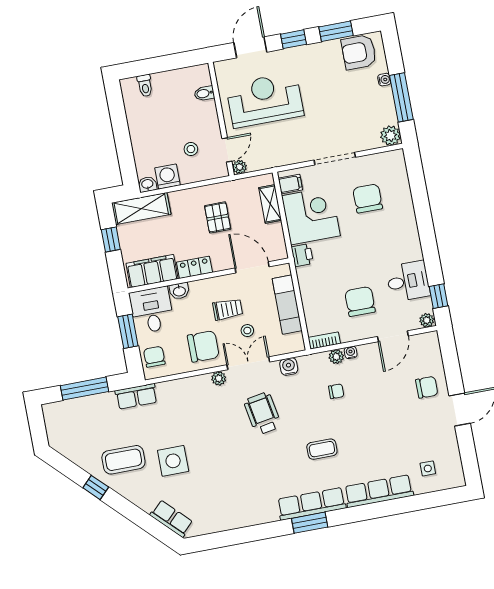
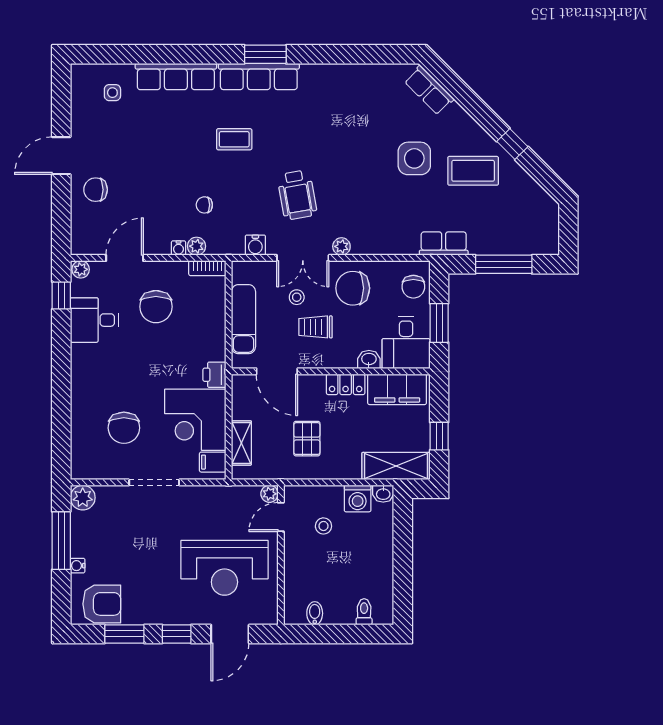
bidet: (204, 93) -> (315, 613), moved, turned -90

